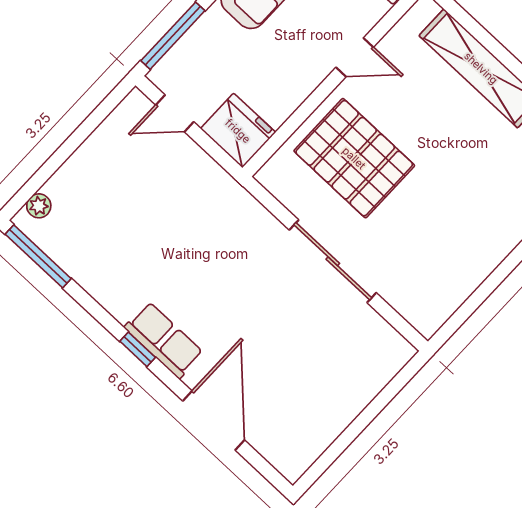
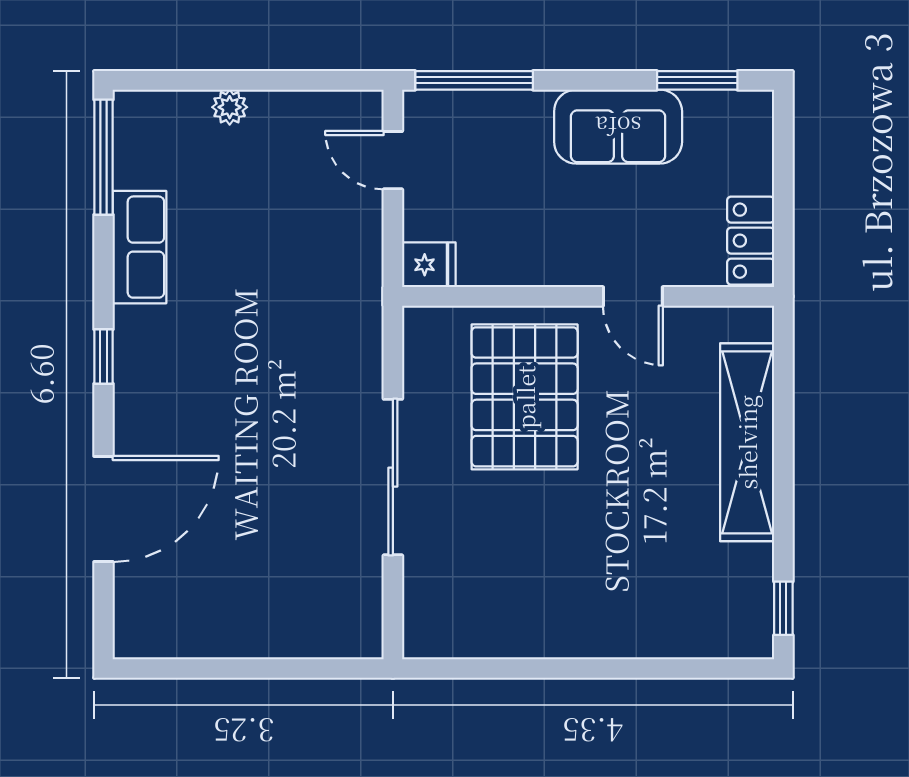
fridge: (238, 131) -> (429, 265), width x0.53, depth x0.75
plant: (39, 206) -> (230, 107), moved
row of seats: (164, 340) -> (140, 247), moved

